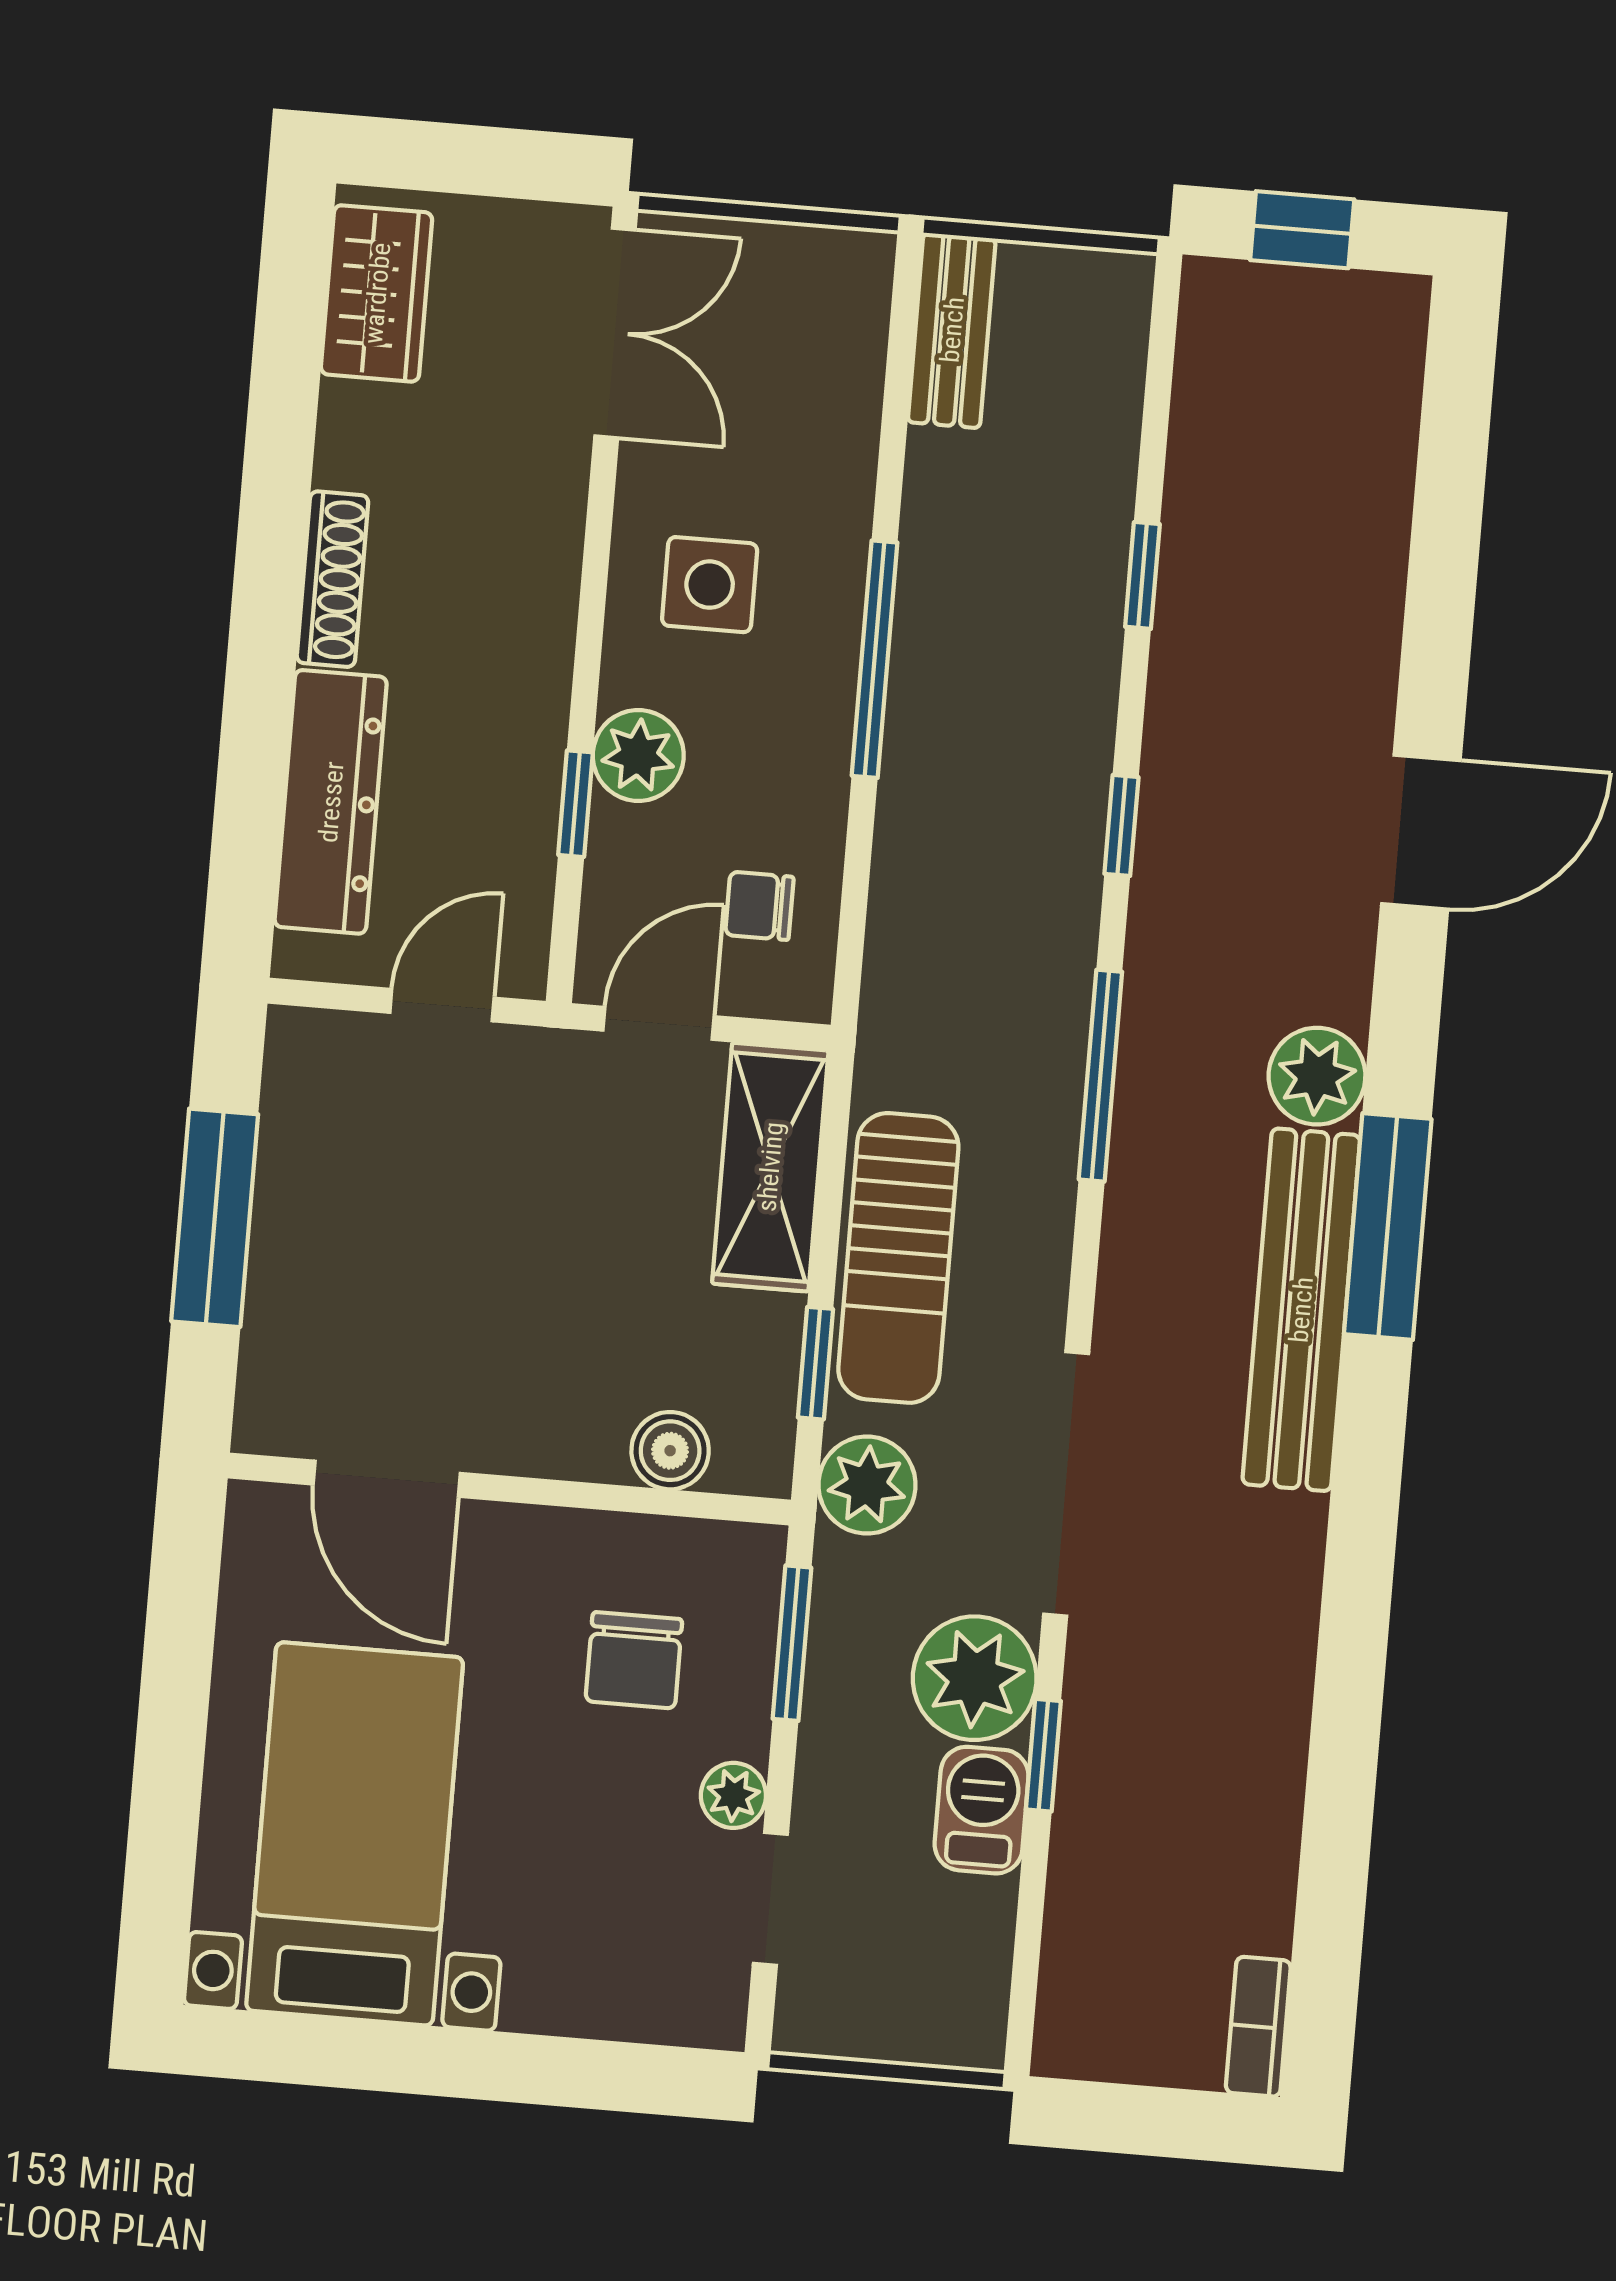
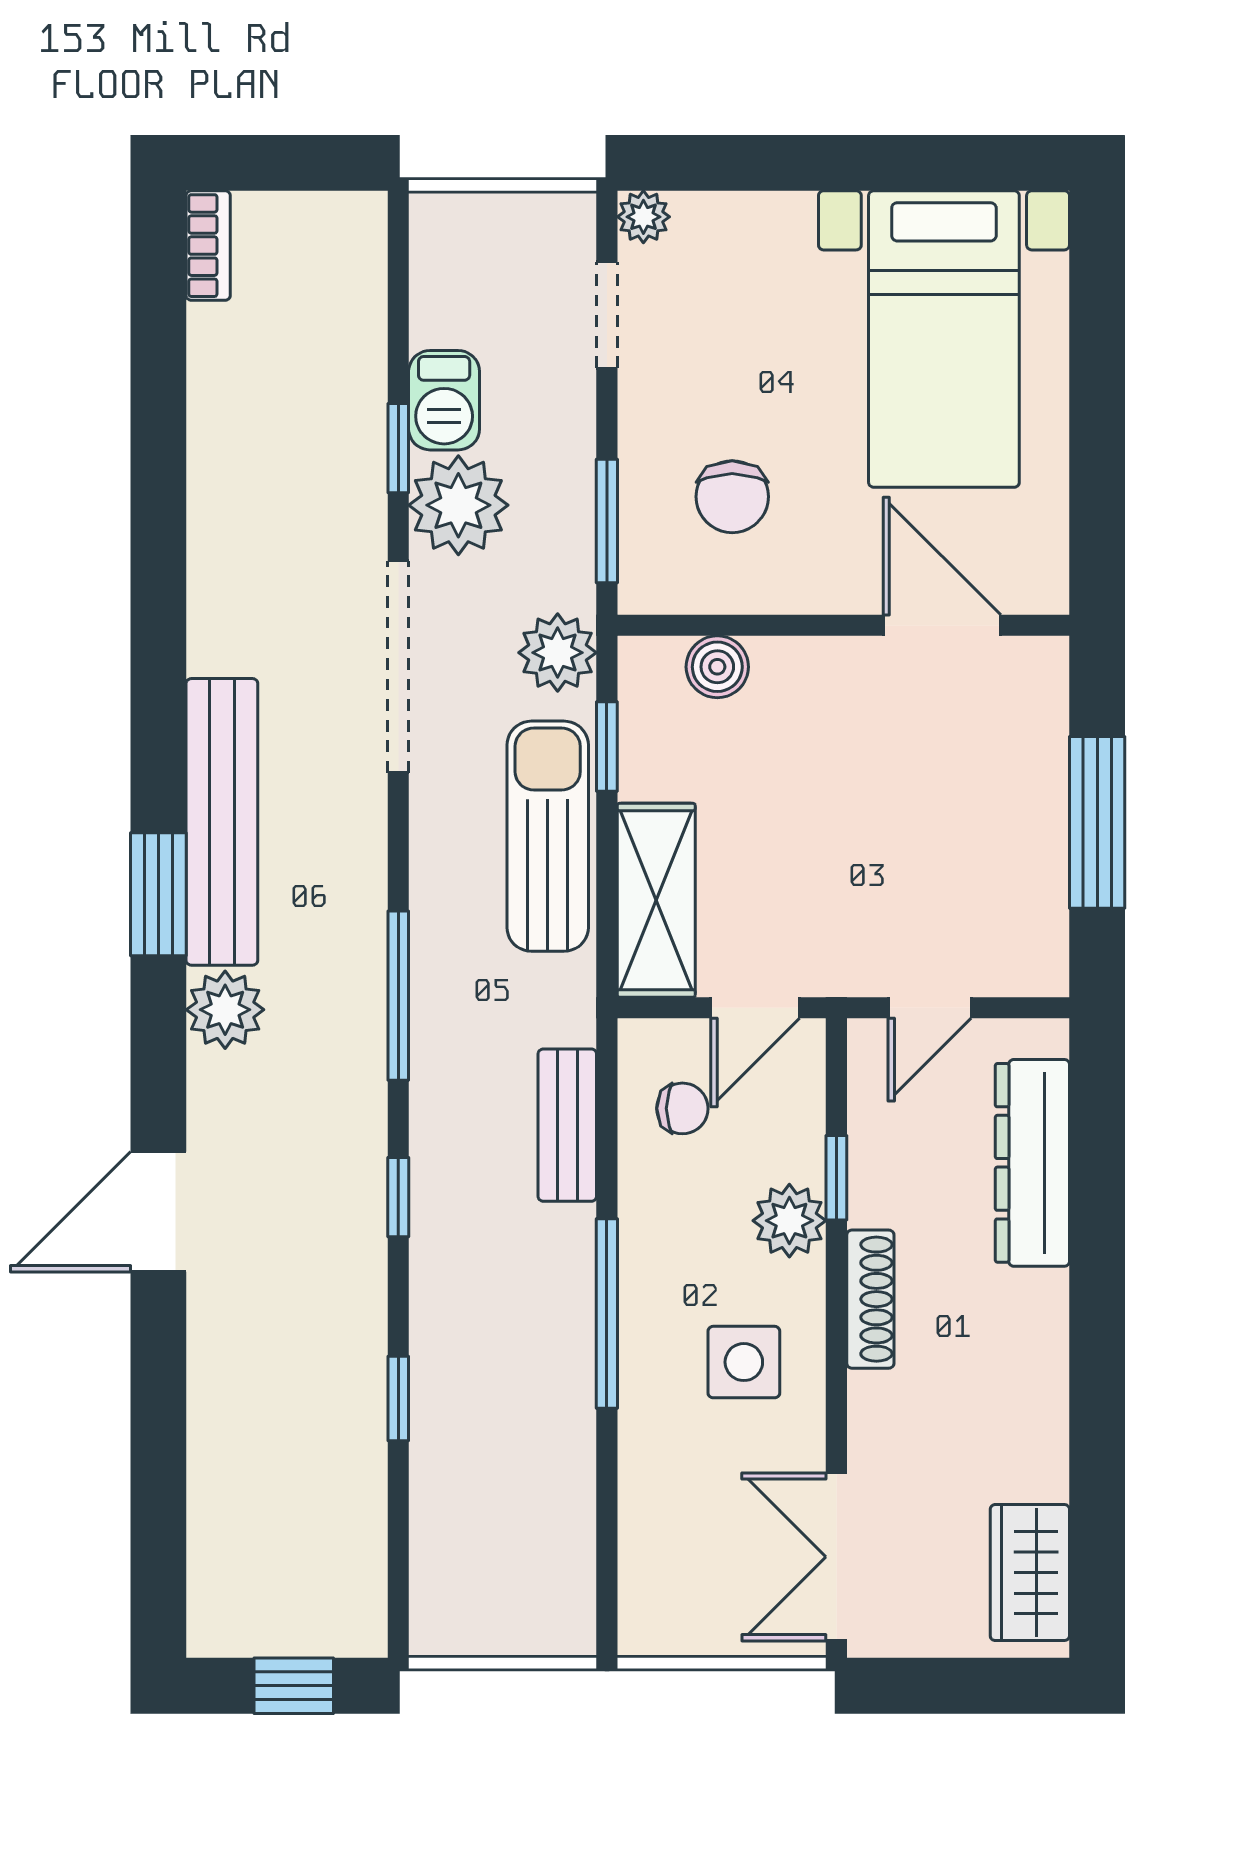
bench: (952, 330) -> (567, 1125), moved
shoe rack: (332, 579) -> (870, 1299), moved, turned 180
window: (1388, 1227) -> (158, 894), width x0.69
chair: (634, 1660) -> (732, 497), turned 180
plant: (733, 1795) -> (643, 217), moved

